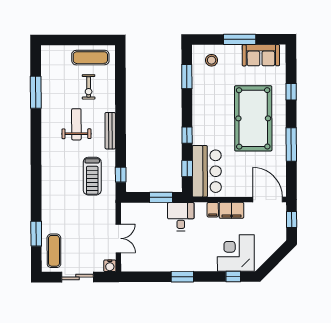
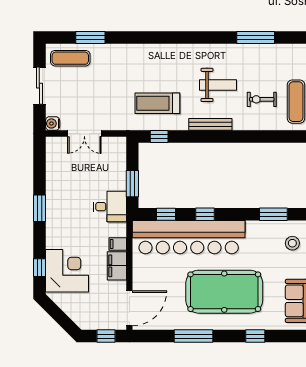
bar counter: (207, 171) -> (189, 237), width x1.86

